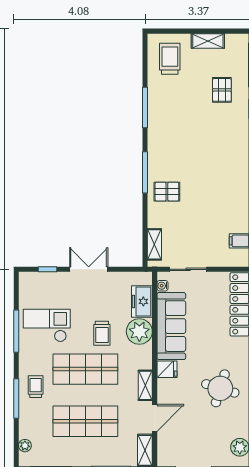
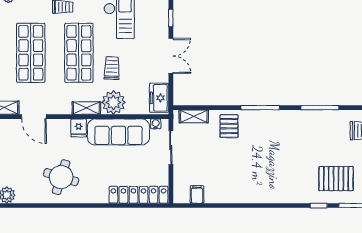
pallet: (222, 90) -> (336, 179), width x1.50, depth x1.42
pallet: (167, 192) -> (229, 126), moved
freezer: (142, 301) -> (159, 98), moved, turned -90
trolley: (102, 333) -> (112, 68), turned 92
shelving: (145, 385) -> (86, 108), moved

